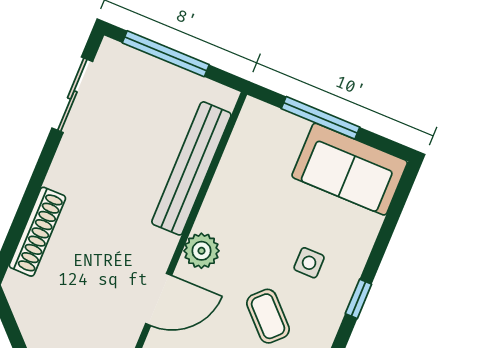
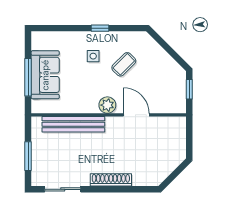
window: (166, 54) -> (28, 156), width x0.69
sofa: (350, 169) -> (45, 75), moved
shoe rack: (37, 232) -> (111, 180), moved

